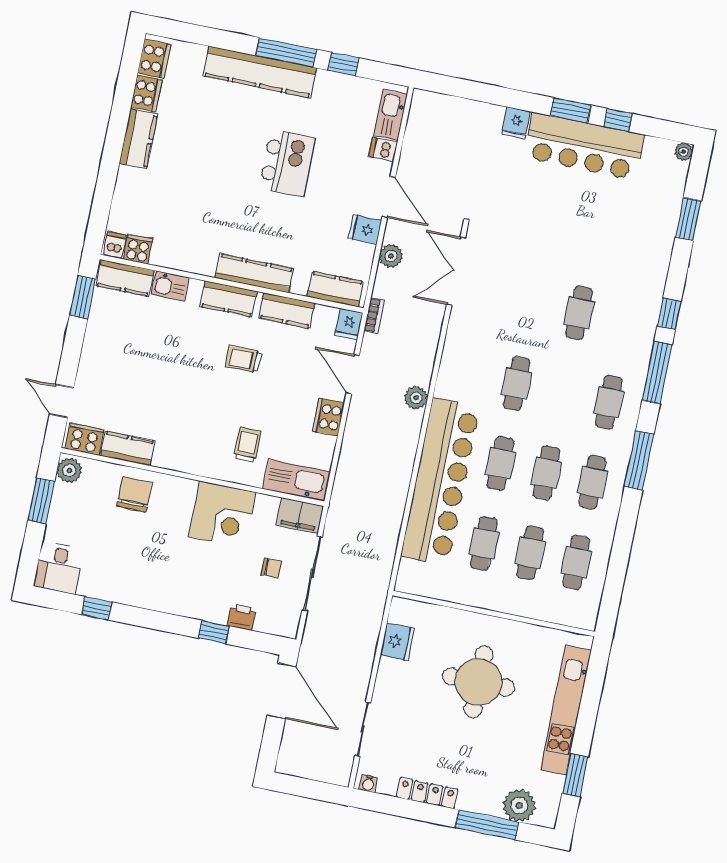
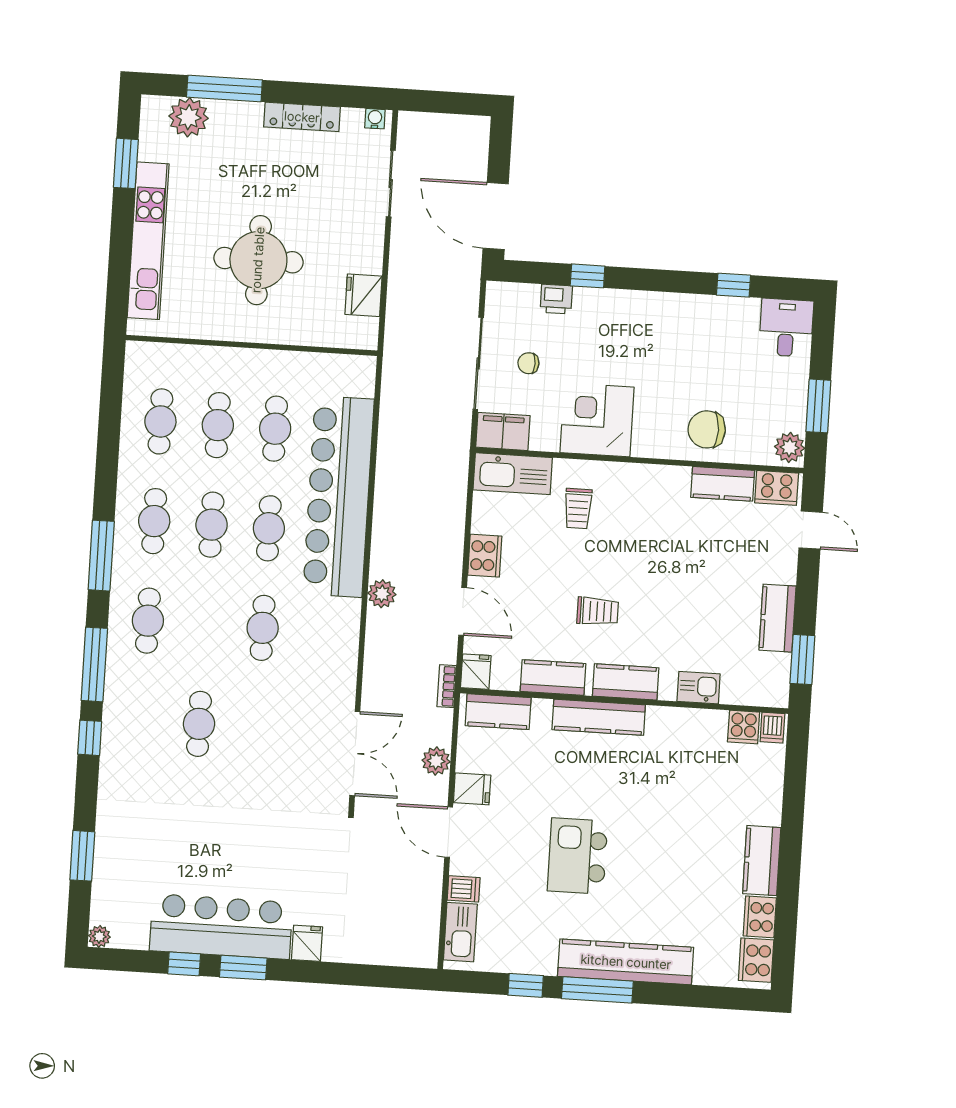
kitchen counter: (125, 278) -> (778, 618), moved, turned -90
chair: (134, 494) -> (707, 429), turned 90

